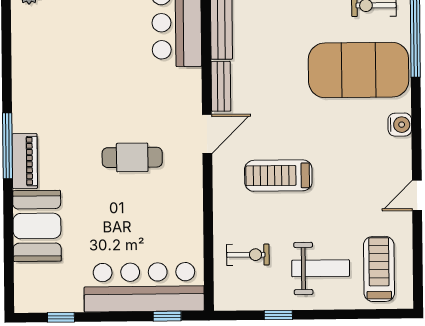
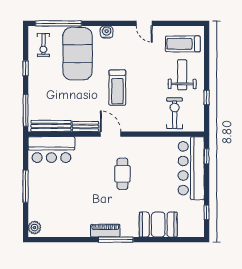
piano: (25, 161) -> (105, 231), moved
treadmill: (278, 176) -> (117, 88), moved
exercise bike: (248, 255) -> (175, 113), width x1.38, depth x1.39

